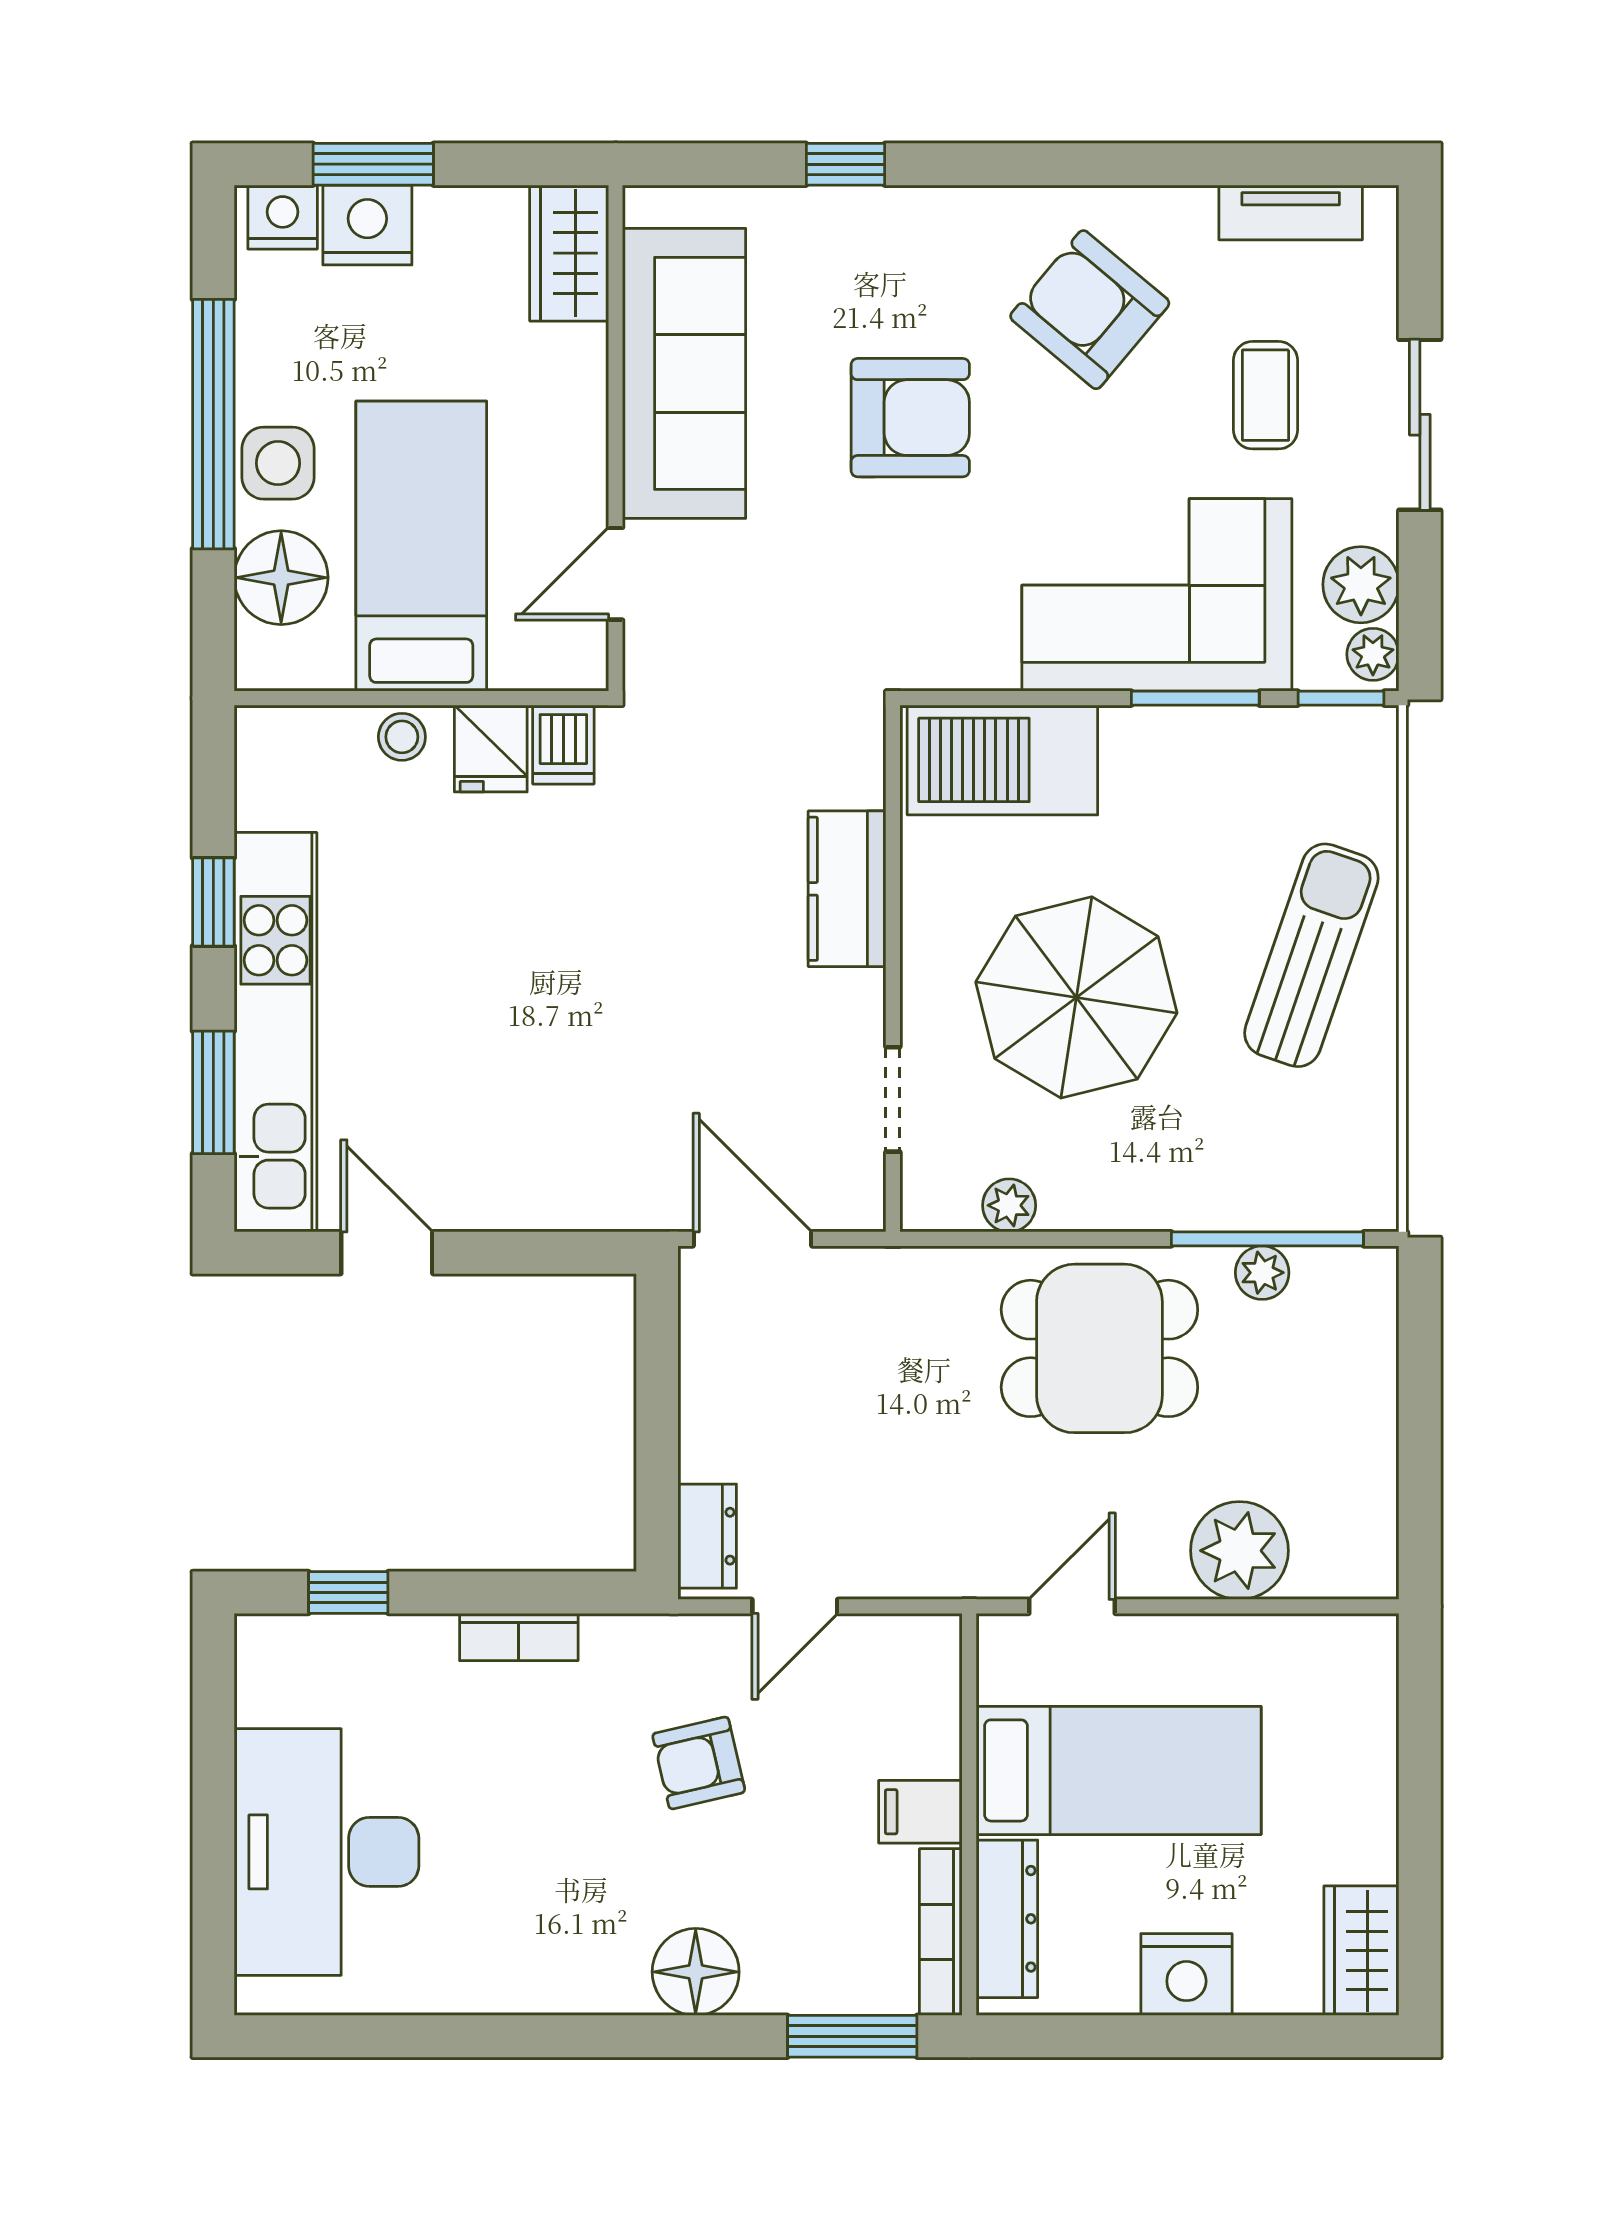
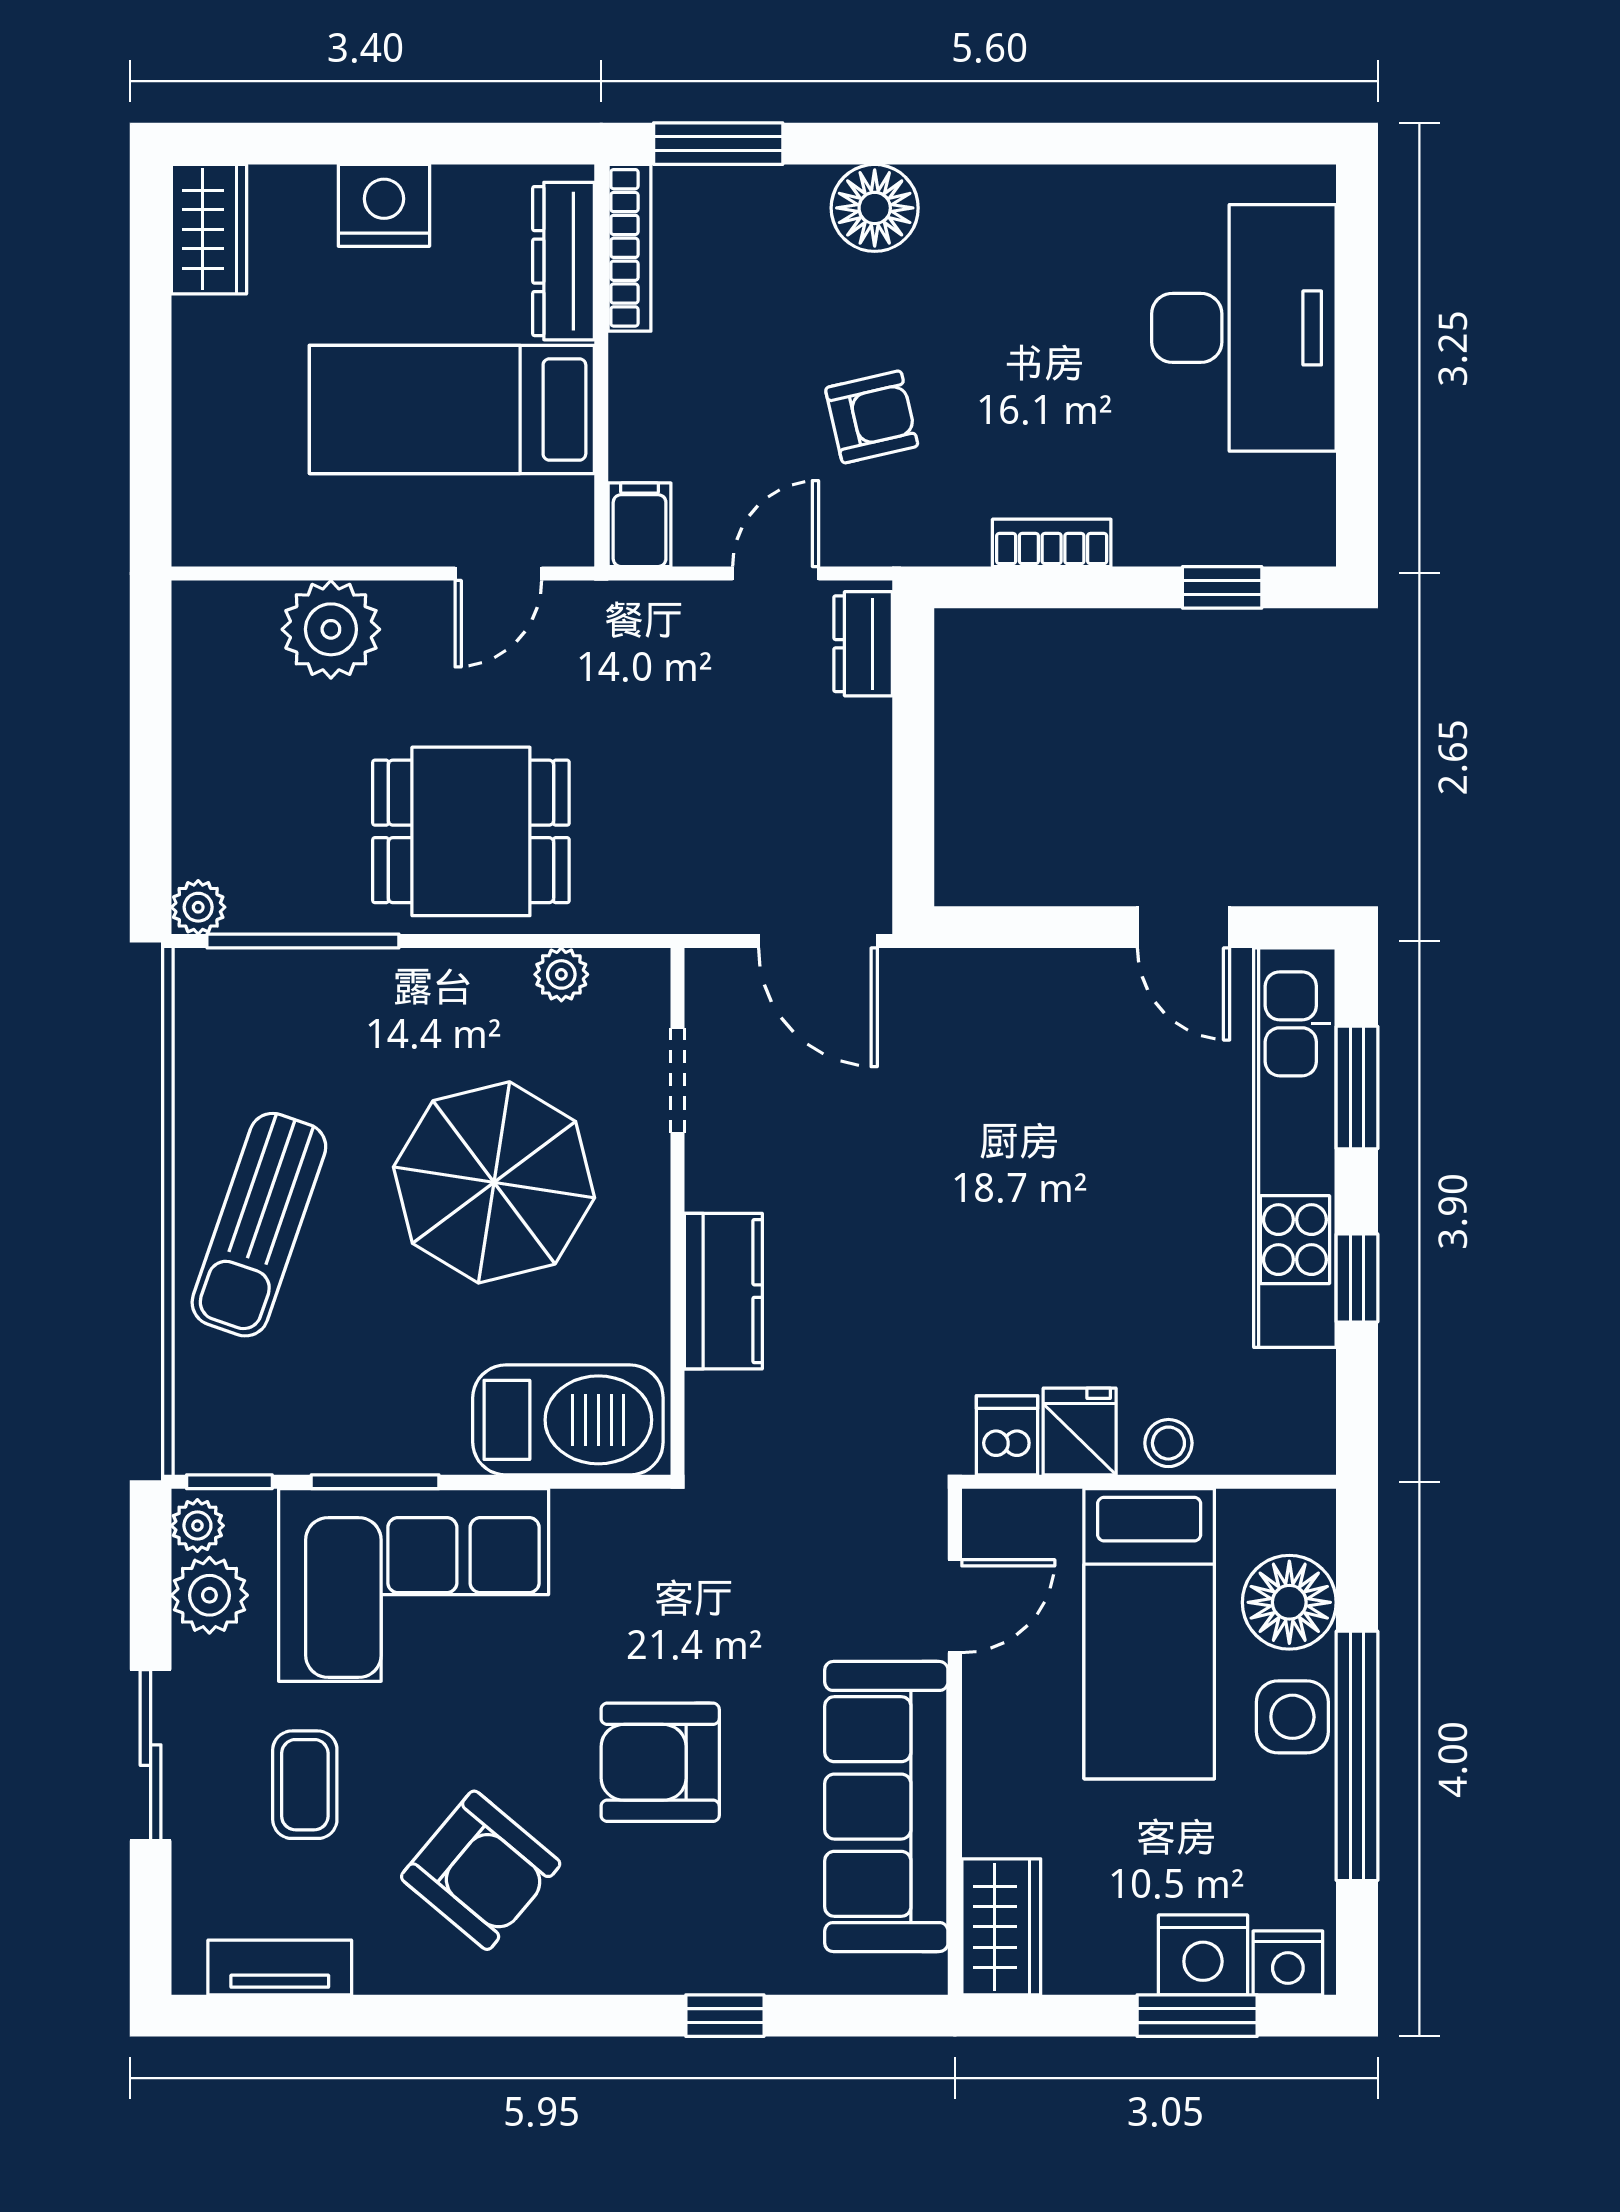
plant: (1262, 1273) -> (198, 907), moved
filing cabinet: (920, 1812) -> (640, 525), moved, turned -90

